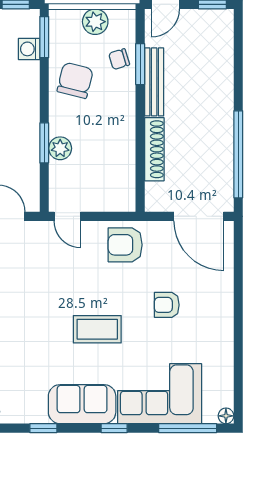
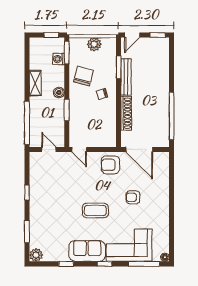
chair: (119, 59) -> (102, 94), moved
boiler: (30, 111) -> (59, 93), added
plant: (60, 148) -> (75, 113), removed
door: (199, 216) -> (139, 149), moved

